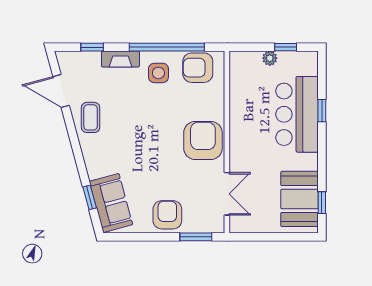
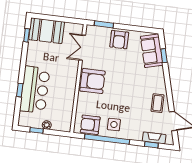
fireplace: (120, 59) -> (154, 138), moved
armchair: (198, 68) -> (90, 125), turned 180
armchair: (203, 140) -> (92, 81), turned -90
booth: (299, 199) -> (47, 31), moved, turned 90

